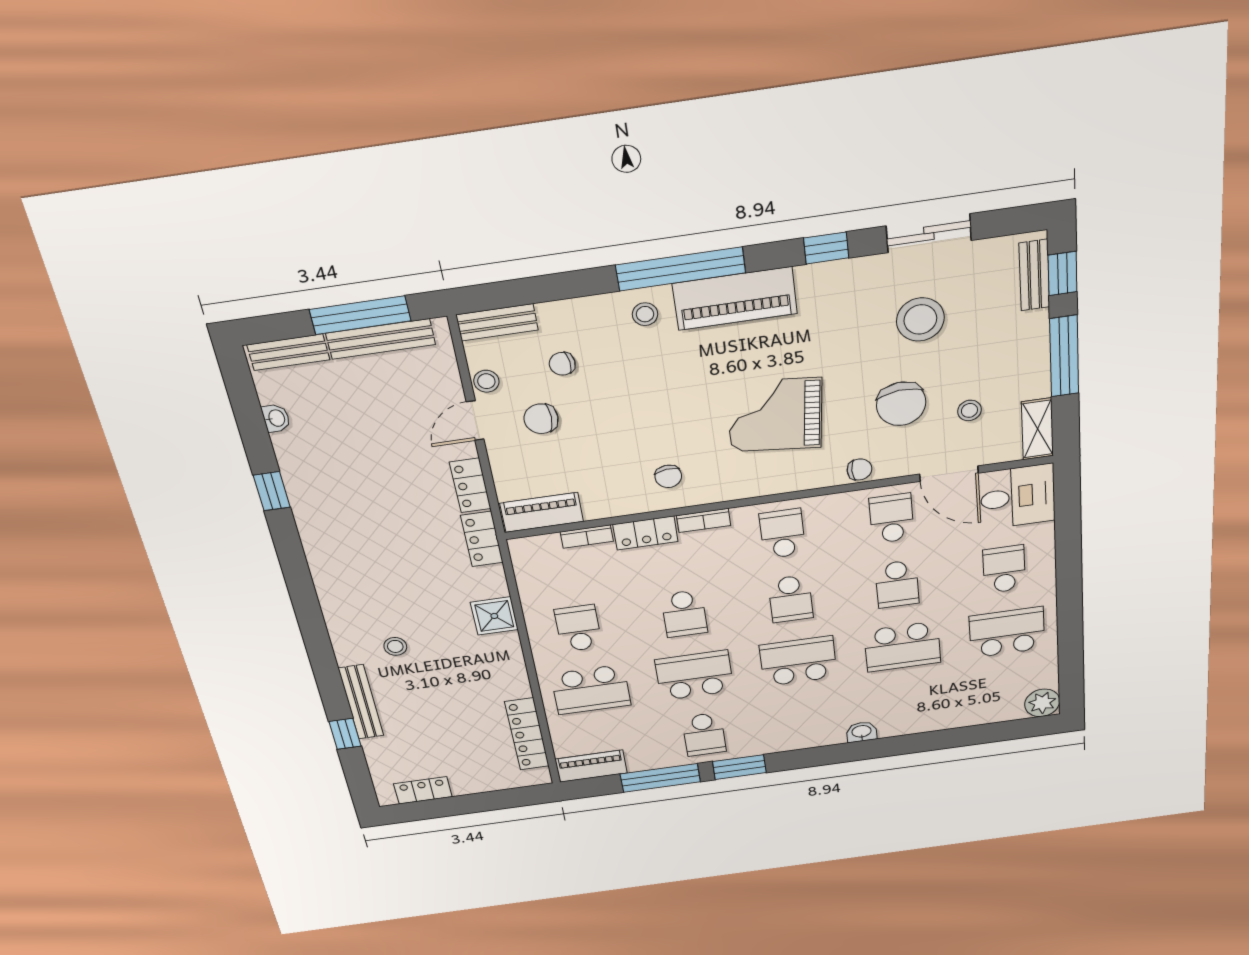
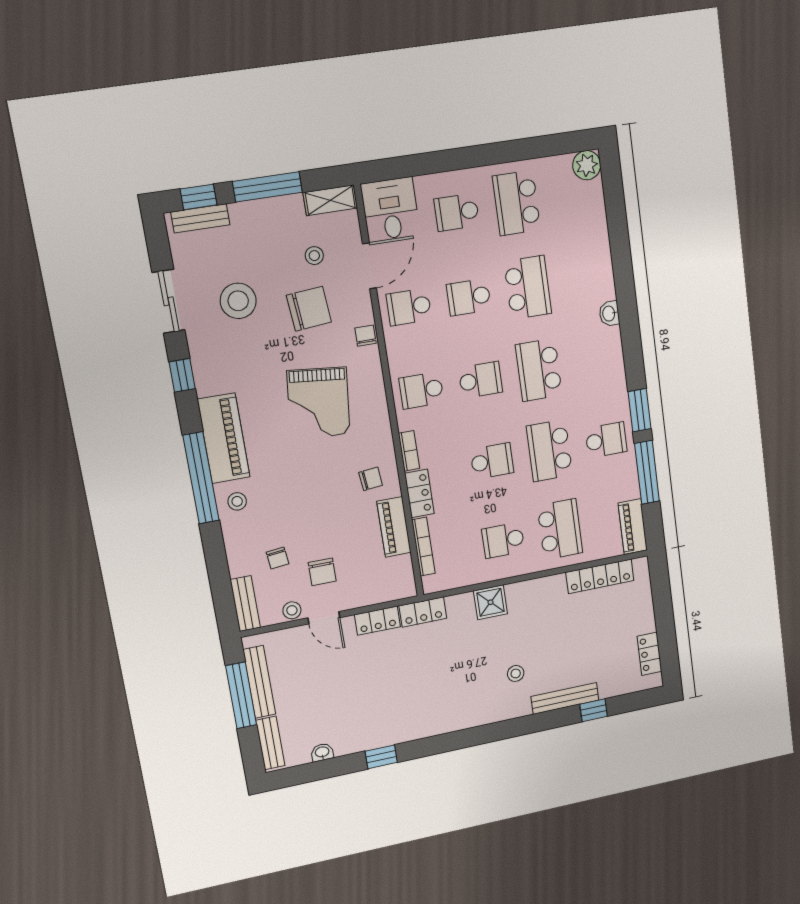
piano: (542, 512) -> (394, 527), moved
bookcase: (587, 537) -> (423, 547), width x1.56
school desk: (897, 584) -> (469, 297), turned 180

